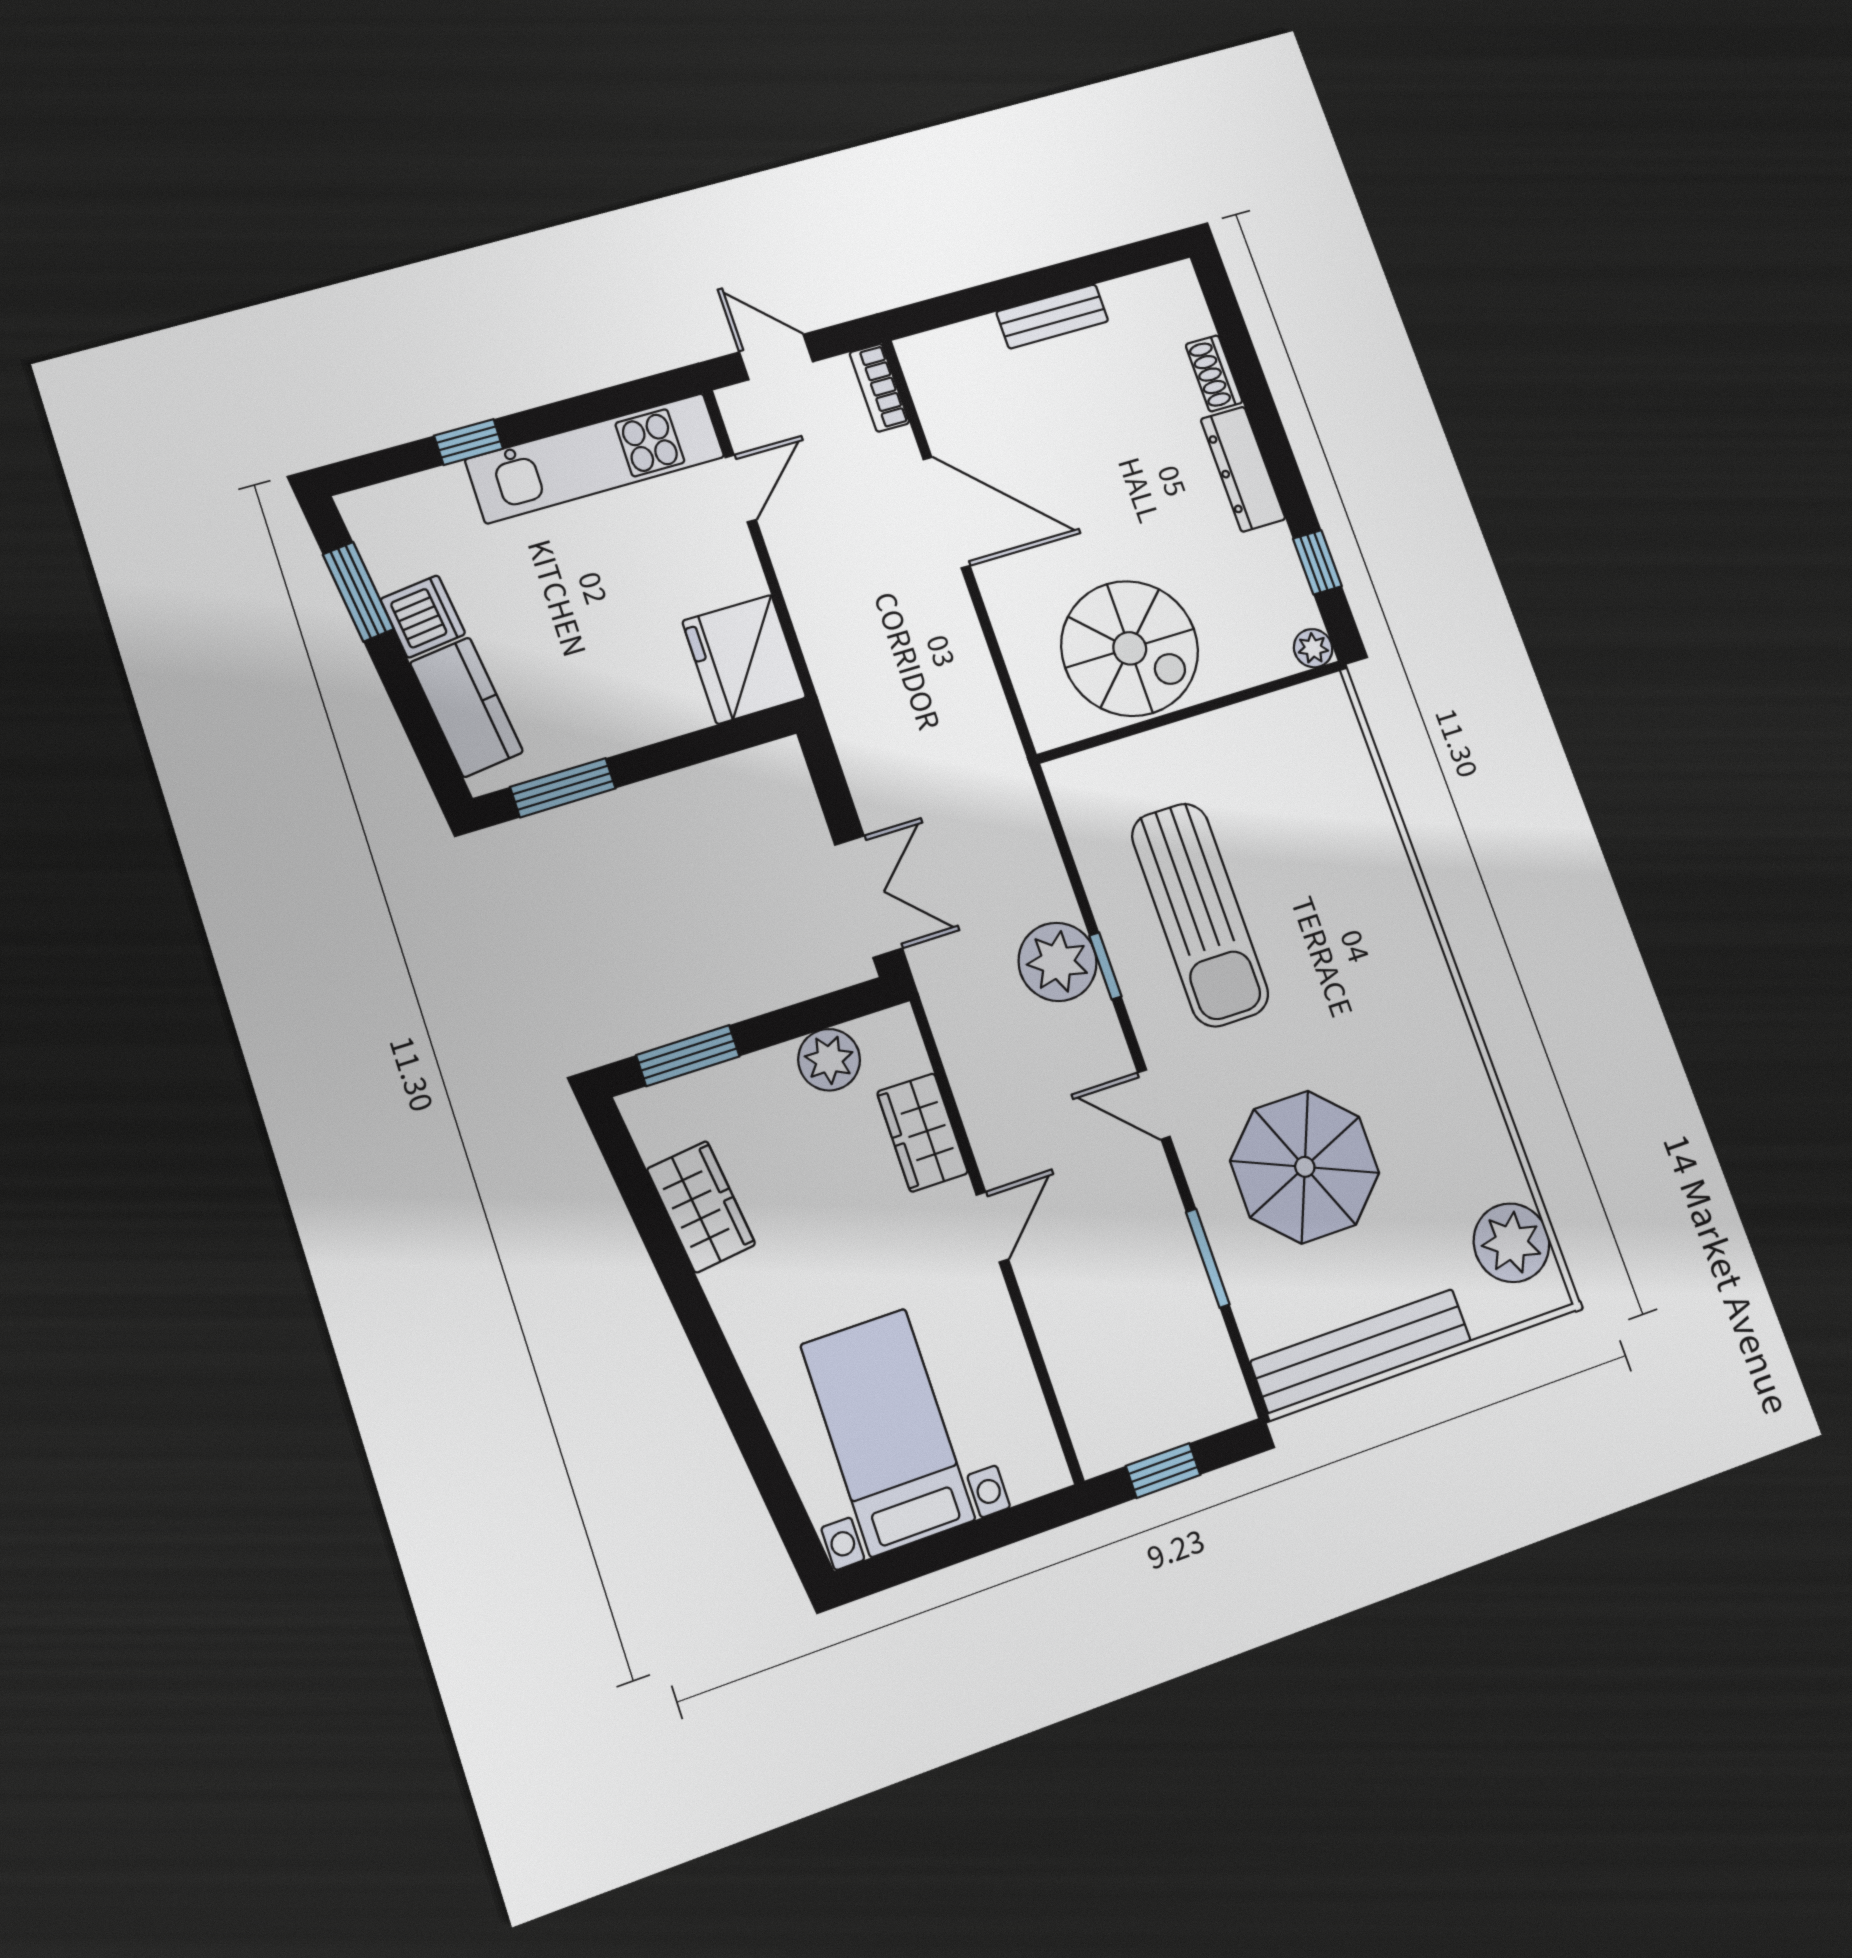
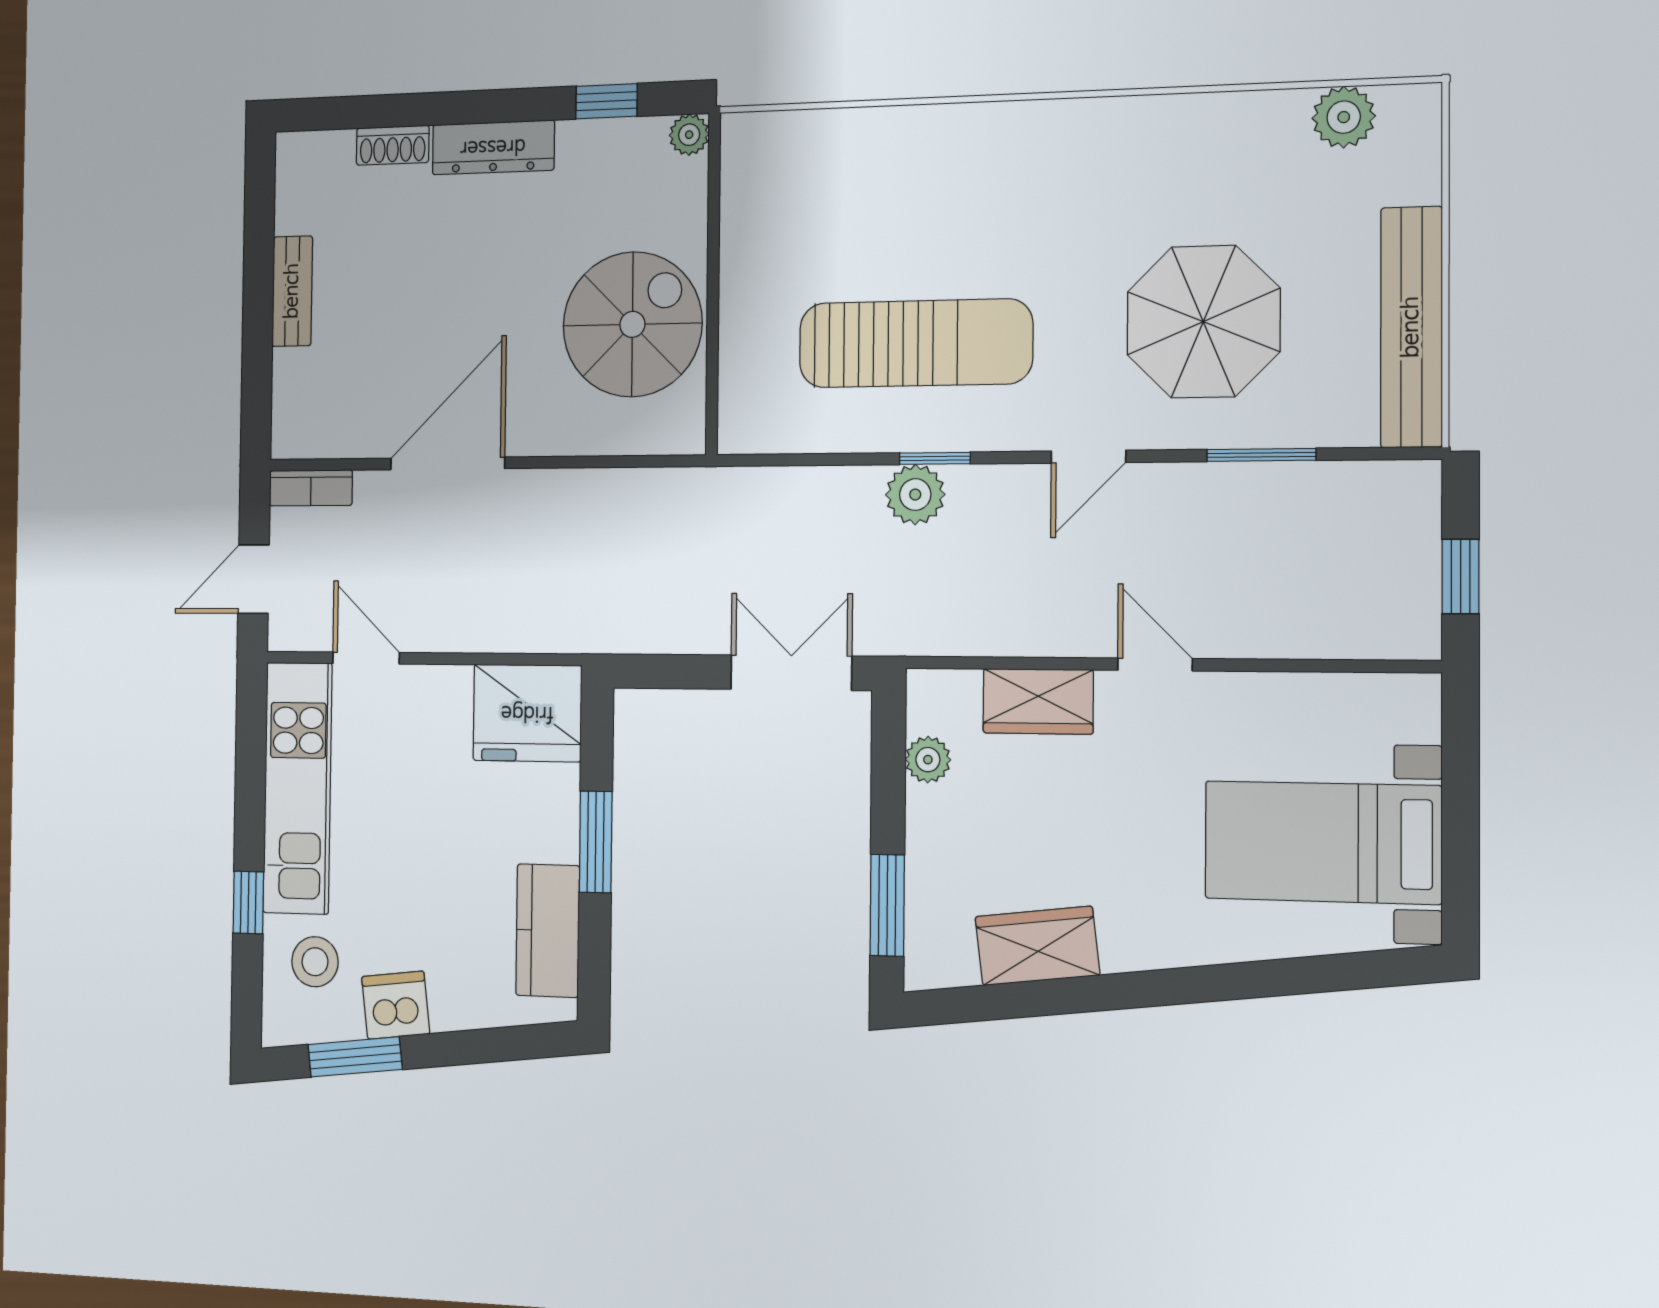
stool: (436, 525) -> (315, 962), added
kitchen counter: (466, 707) -> (548, 931), moved, turned -83
window: (563, 788) -> (596, 842), moved
plant: (1058, 962) -> (915, 495), width x0.73, depth x0.73
plant: (829, 1060) -> (928, 760), width x0.73, depth x0.73
plant: (1511, 1243) -> (1344, 117), width x0.73, depth x0.73

